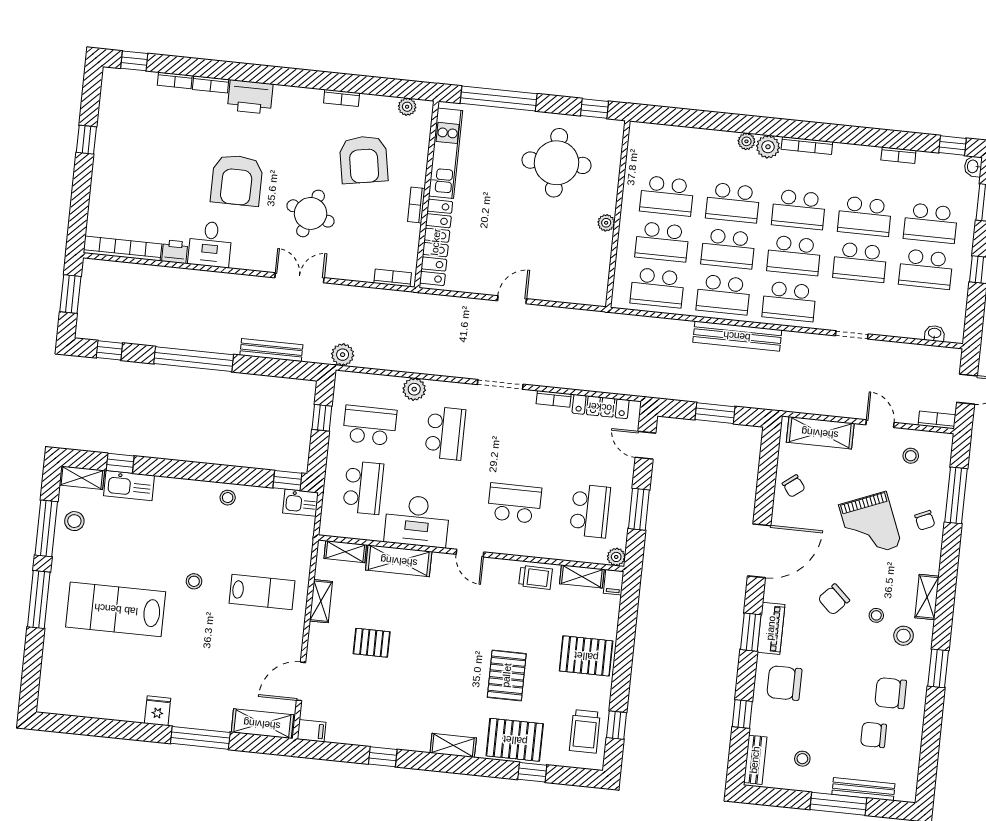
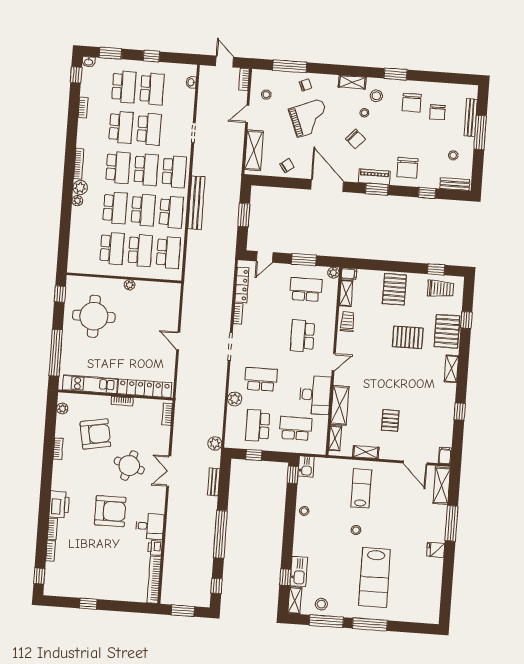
bench: (271, 350) -> (214, 482), width x0.73

